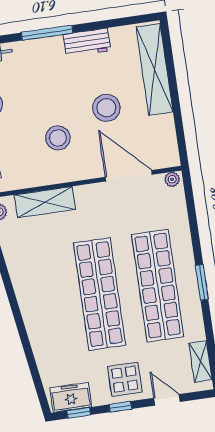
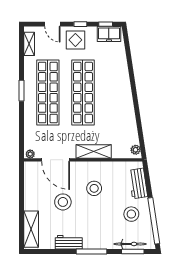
shelving: (154, 69) -> (31, 229), width x0.68
shelving: (45, 202) -> (94, 152), moved

